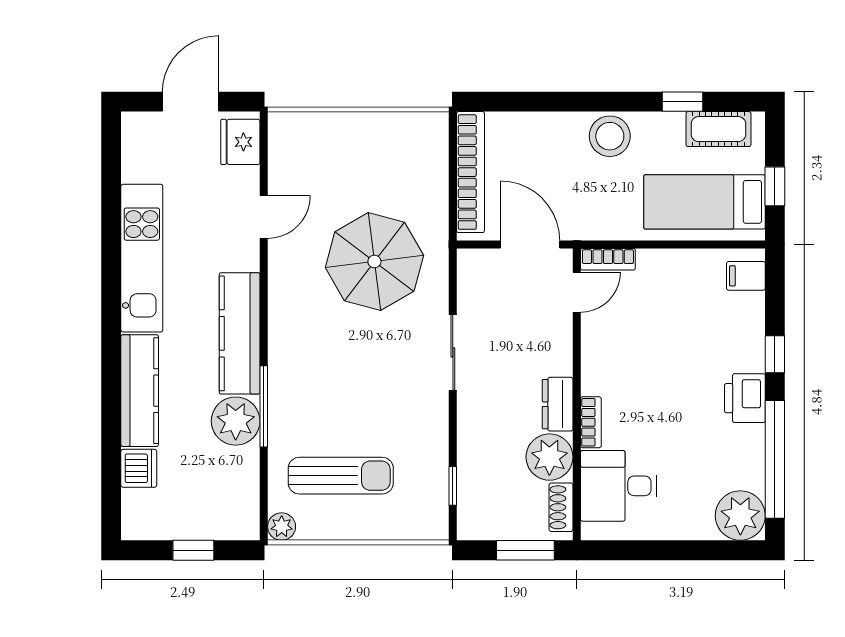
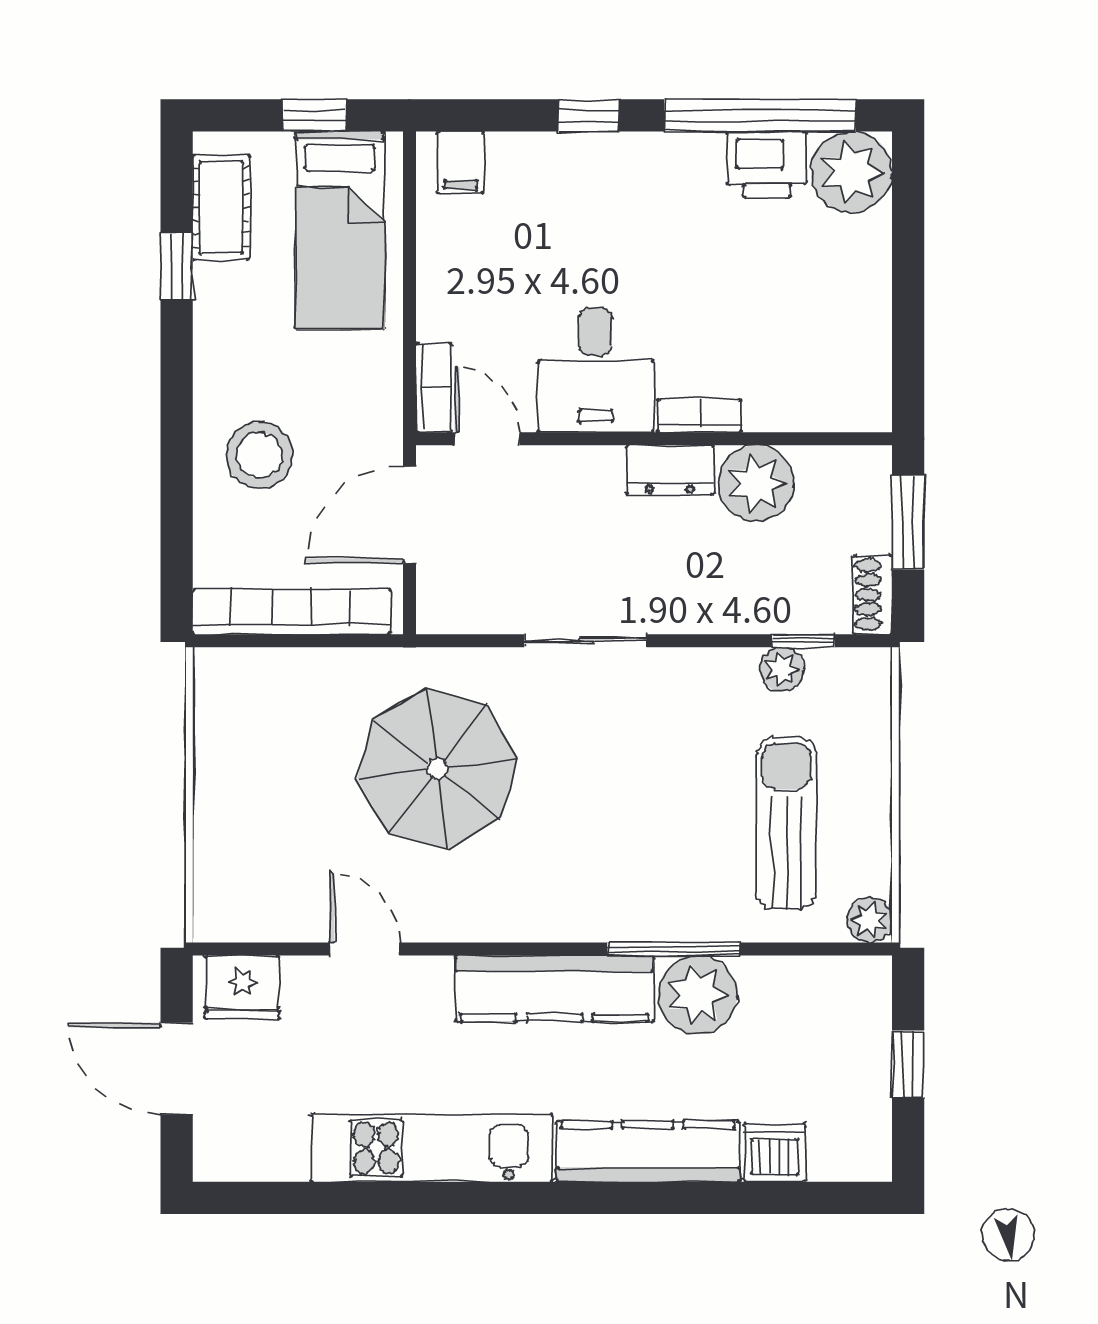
stool: (610, 136) -> (259, 455), moved
printer: (745, 398) -> (767, 164), moved
plant: (435, 473) -> (782, 669), added
desk: (619, 486) -> (596, 370), moved
shoe rack: (561, 507) -> (873, 595), moved, turned 90

